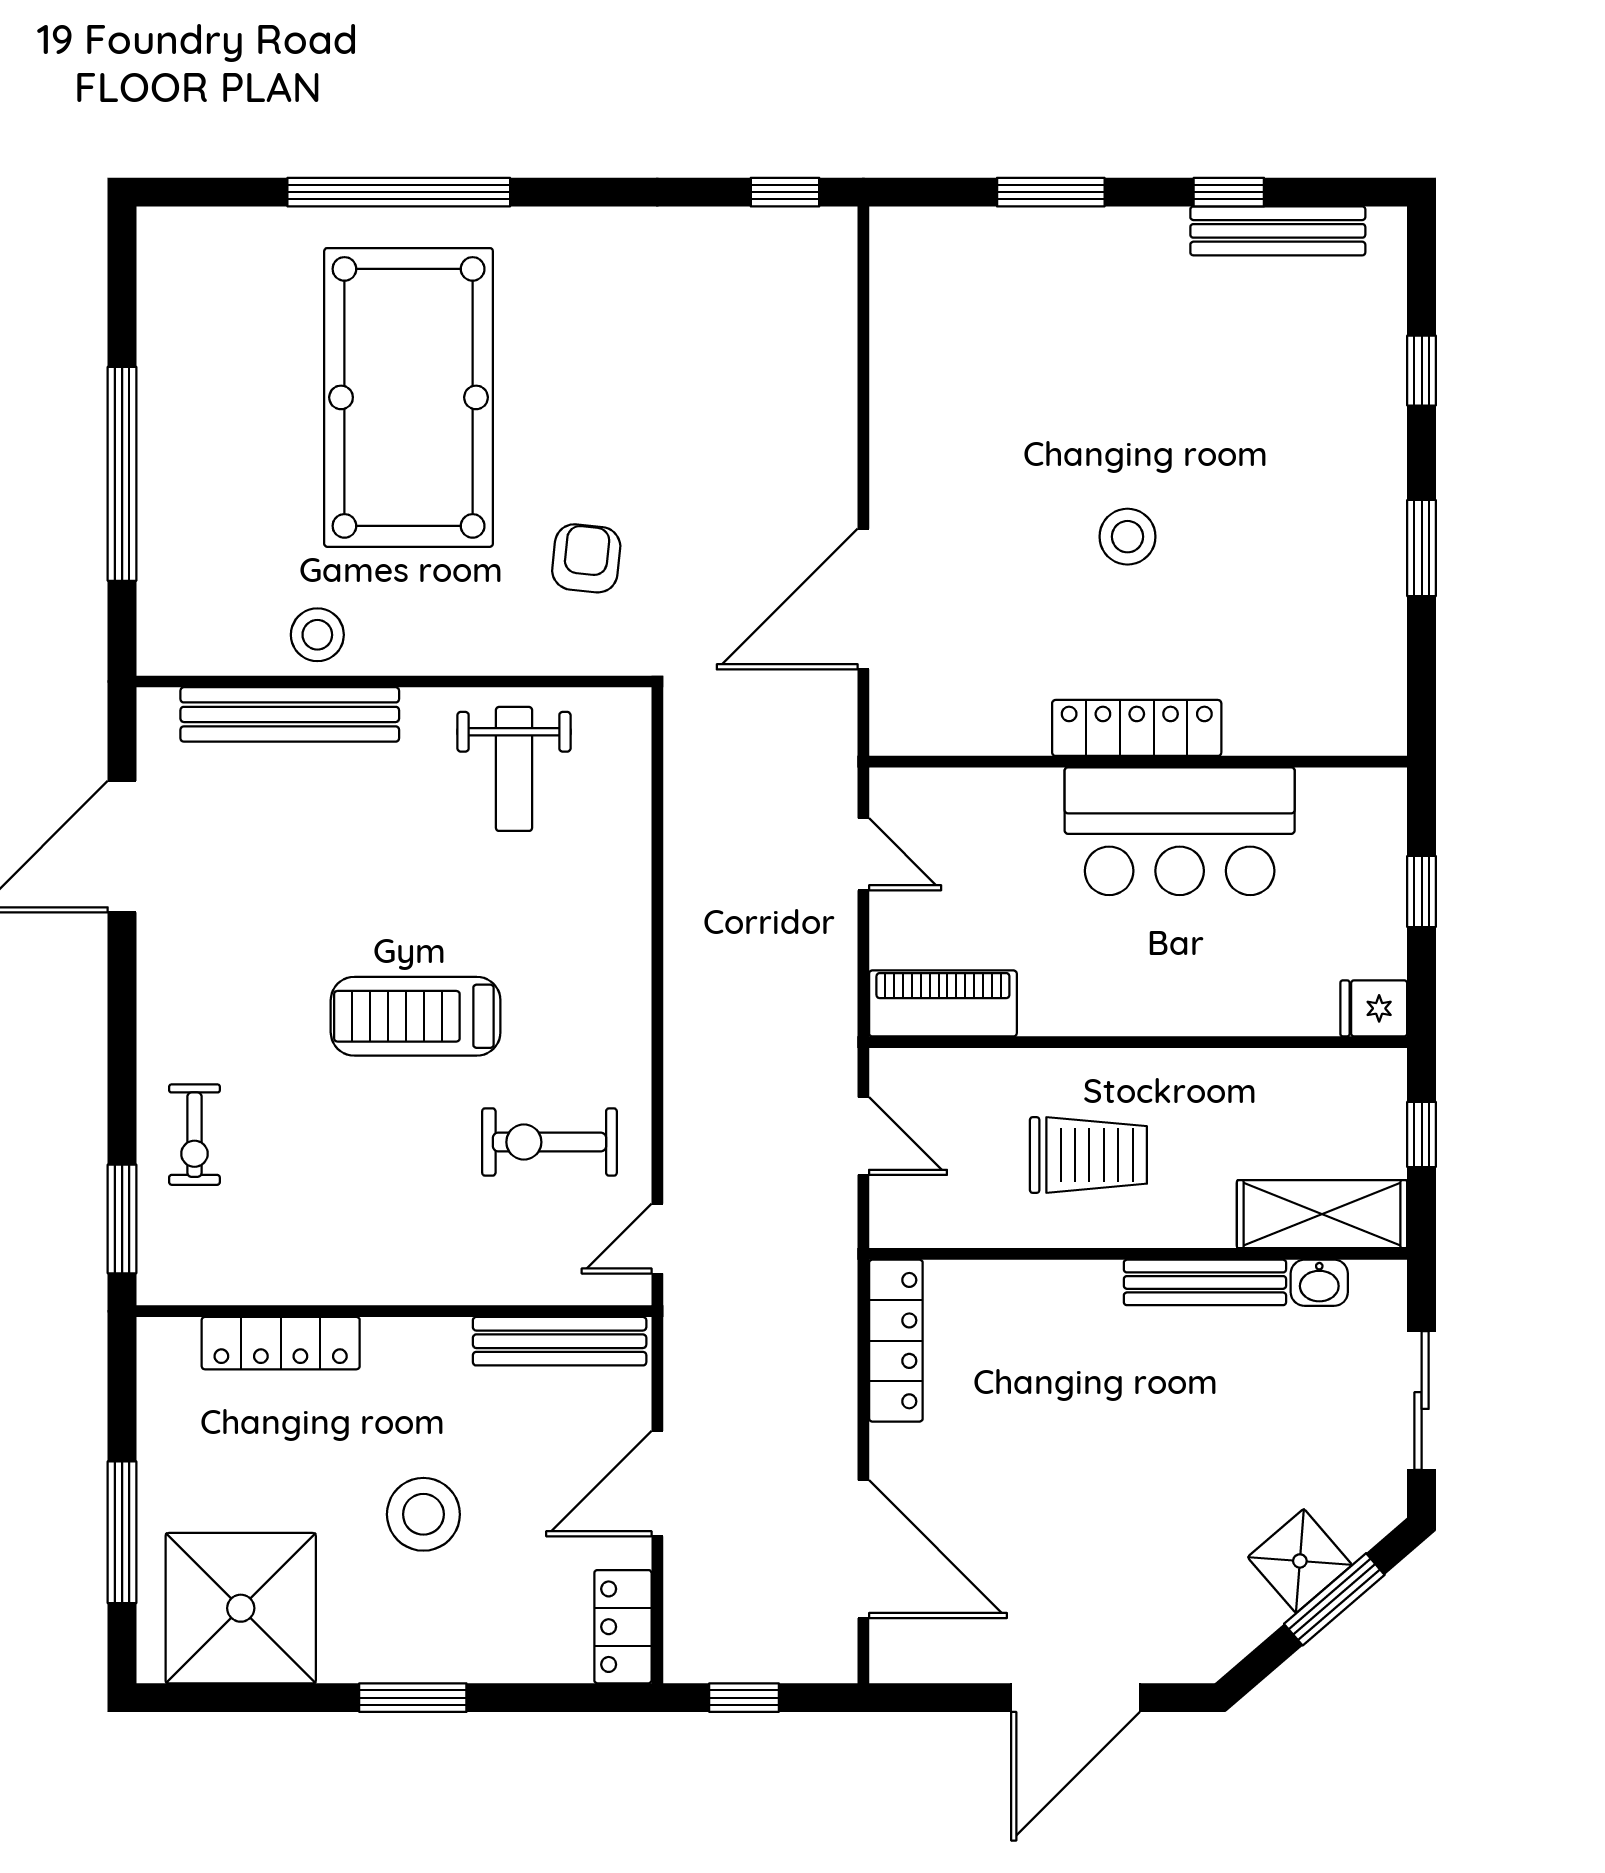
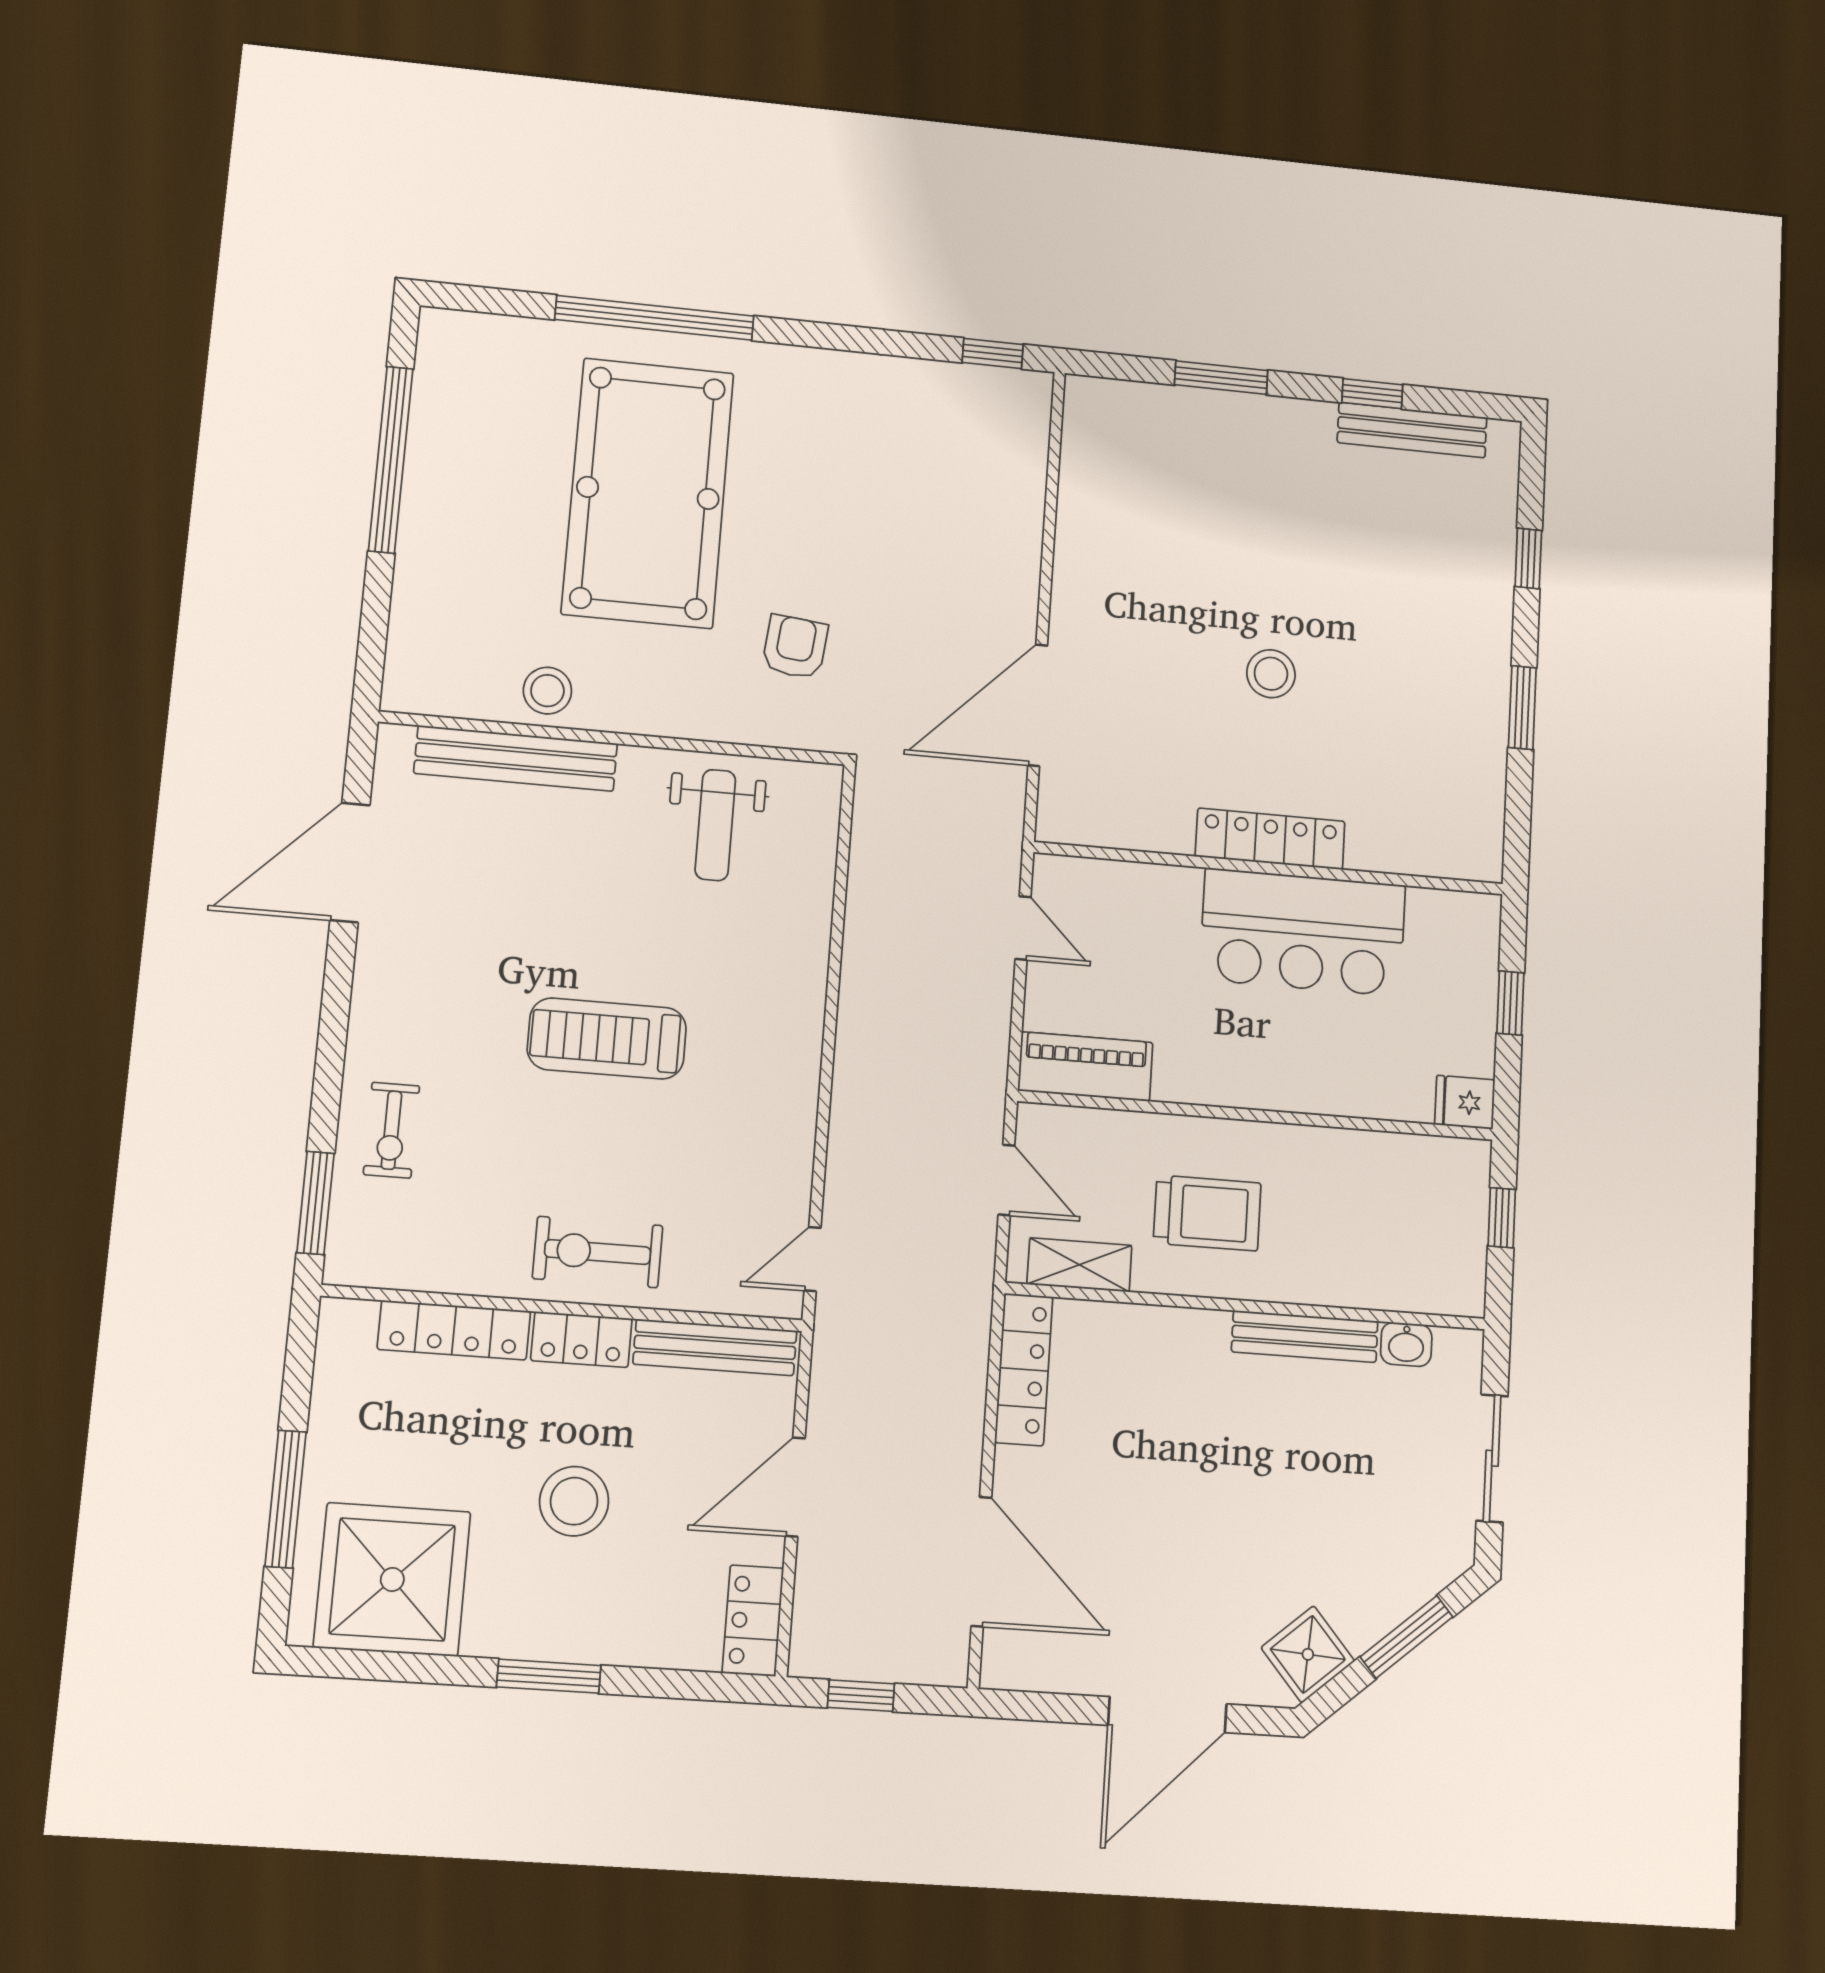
window: (122, 474) -> (391, 460), moved
exercise bike: (549, 1142) -> (598, 1252), moved
shelving: (1322, 1214) -> (1079, 1265), moved, width x0.67, depth x0.75
locker: (416, 1343) -> (581, 1340), added
shower: (1300, 1561) -> (1308, 1654), moved

